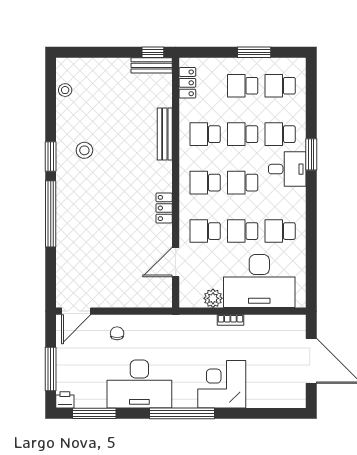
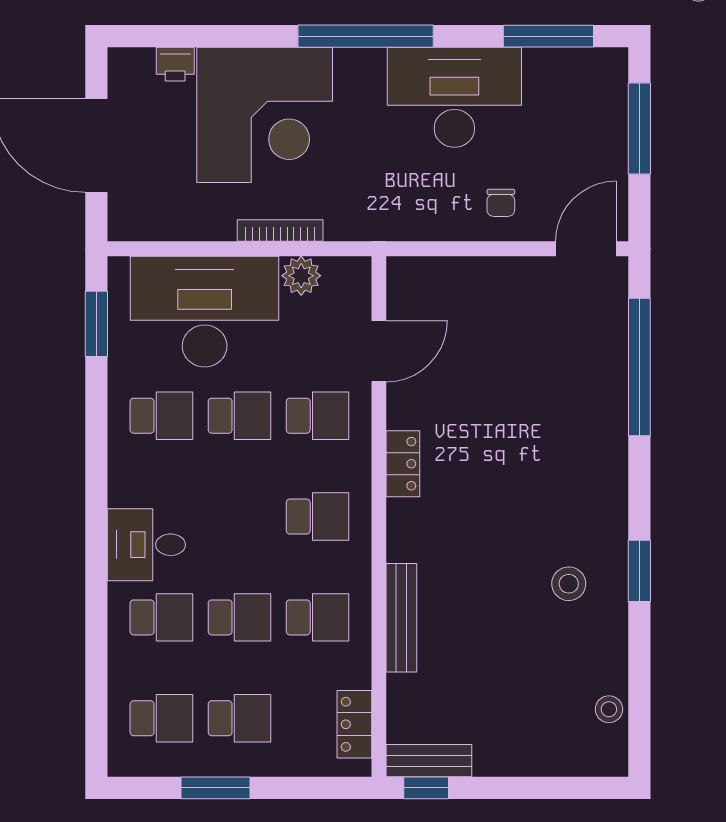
window: (311, 154) -> (96, 324), moved
school desk: (243, 183) -> (239, 517), removed
window: (51, 214) -> (639, 367), moved
bookcase: (230, 320) -> (280, 230), width x1.56
corner desk: (222, 384) -> (265, 115), width x1.36, depth x1.36
printer: (65, 400) -> (175, 64), moved

